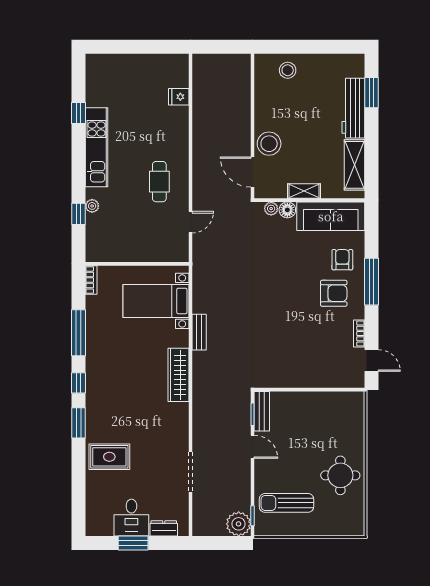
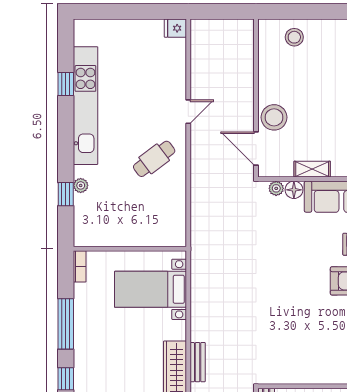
fridge: (179, 97) -> (175, 28), moved
kitchen unit: (97, 147) -> (85, 106), width x1.36
cafe table: (159, 182) -> (154, 159), turned 53
door: (190, 222) -> (188, 112), moved
bench: (199, 332) -> (198, 362), moved

